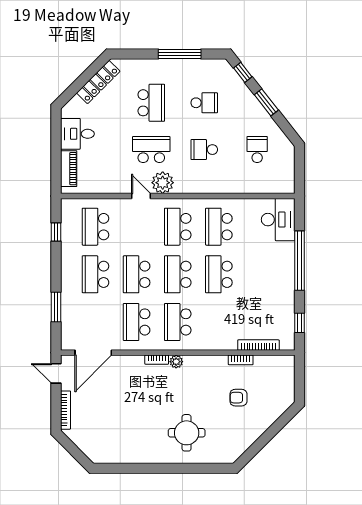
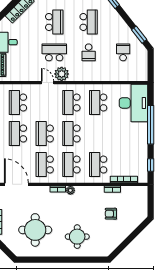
window: (266, 102) -> (139, 35), moved
school desk: (204, 103) -> (89, 22), width x1.85
school desk: (204, 150) -> (89, 52), turned -90
desk: (278, 220) -> (133, 103), width x1.36, depth x1.30
school desk: (219, 274) -> (98, 165), moved
door: (93, 353) -> (16, 184), swing flipped
round table: (122, 423) -> (35, 230), added

